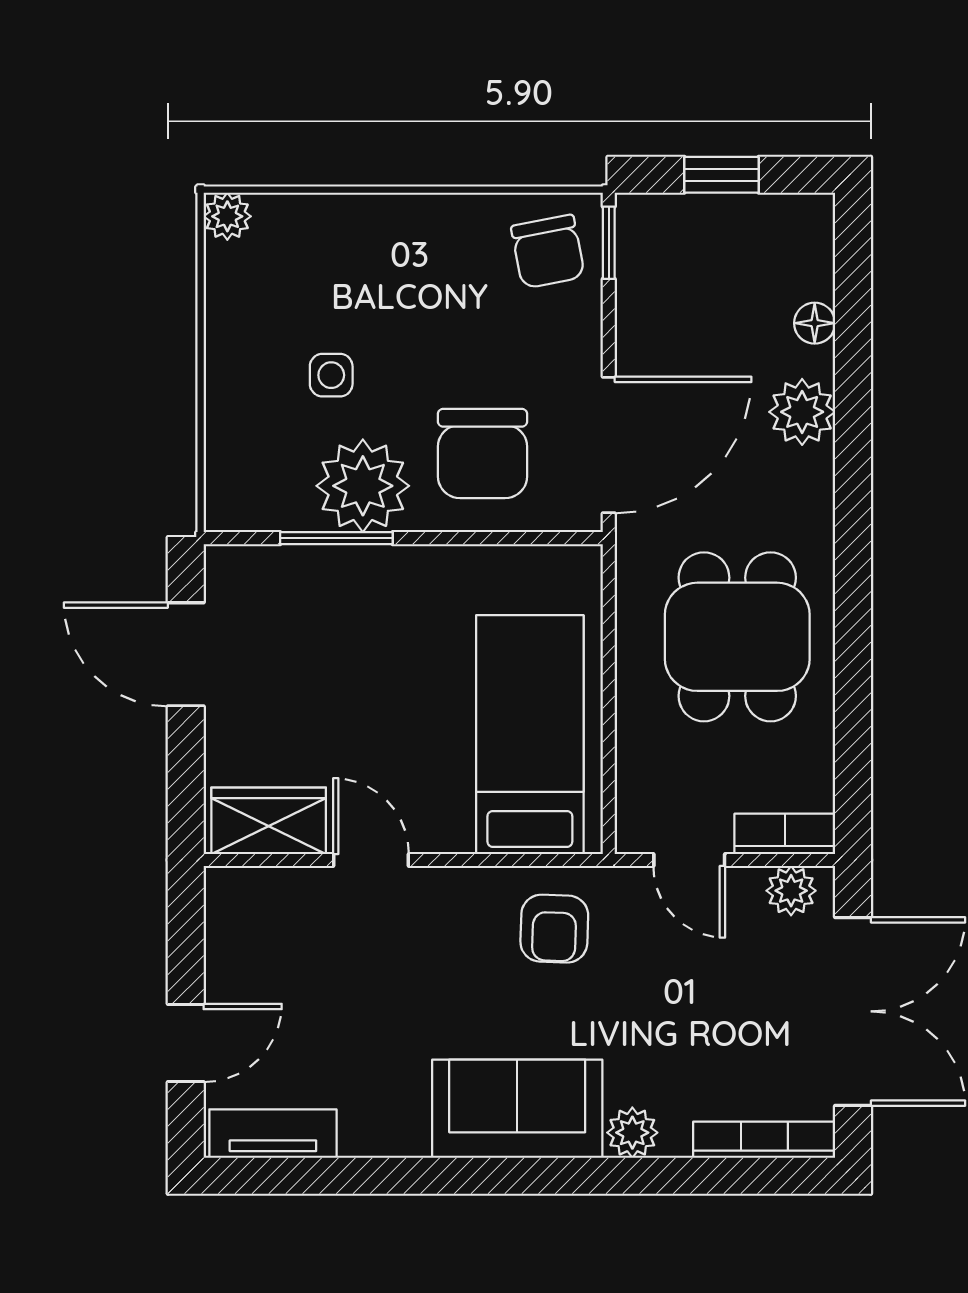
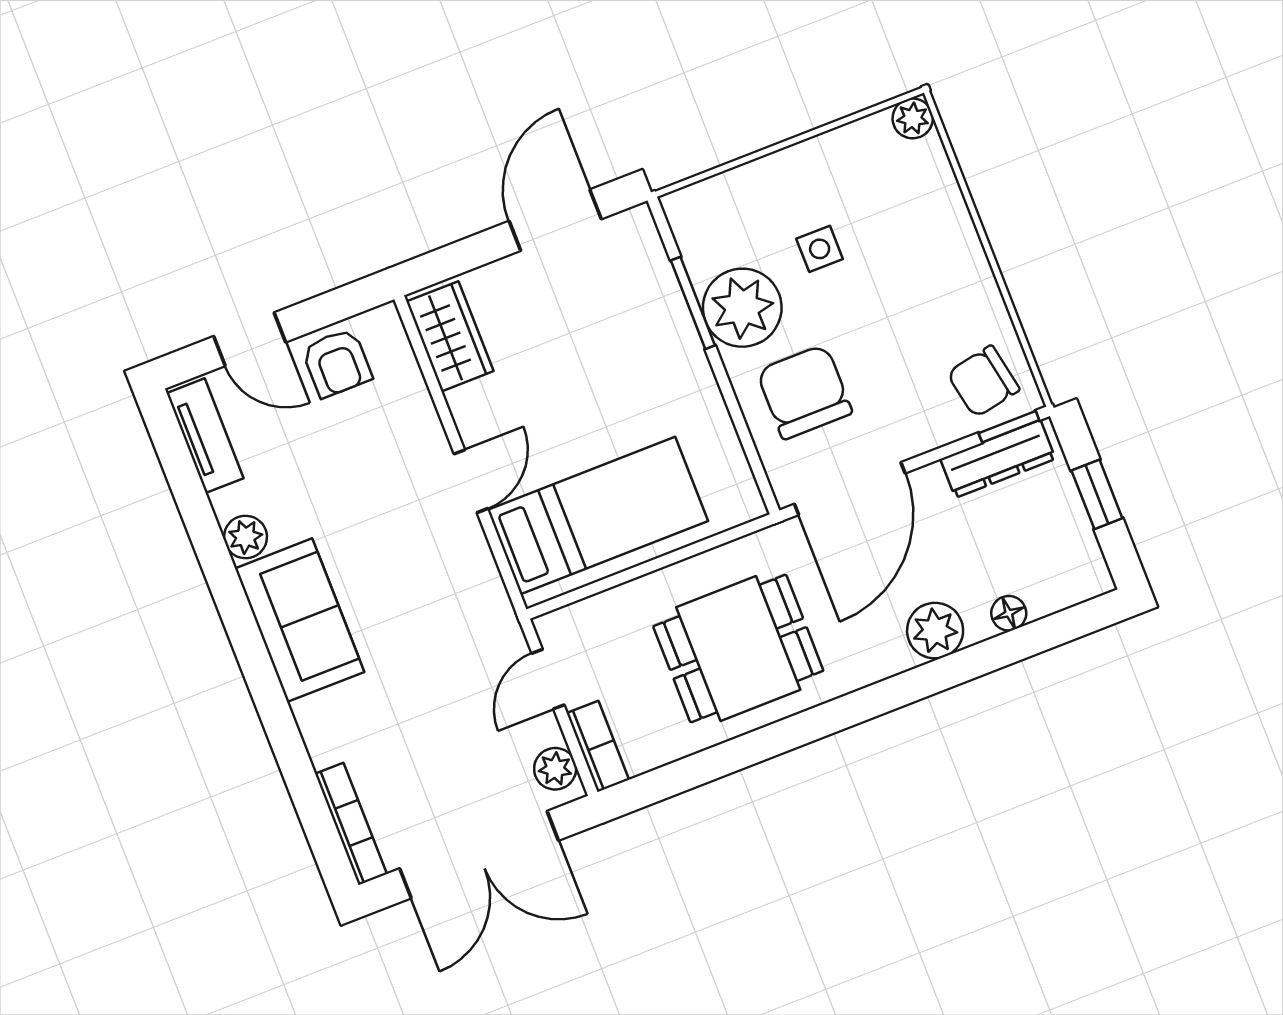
dresser: (640, 269) -> (998, 459), added
door: (609, 445) -> (850, 489), hinge flipped
chair: (483, 453) -> (804, 392), turned 90
door: (371, 860) -> (471, 481), moved
armchair: (554, 929) -> (337, 363), moved, turned -92
plant: (632, 1133) -> (245, 537), moved

